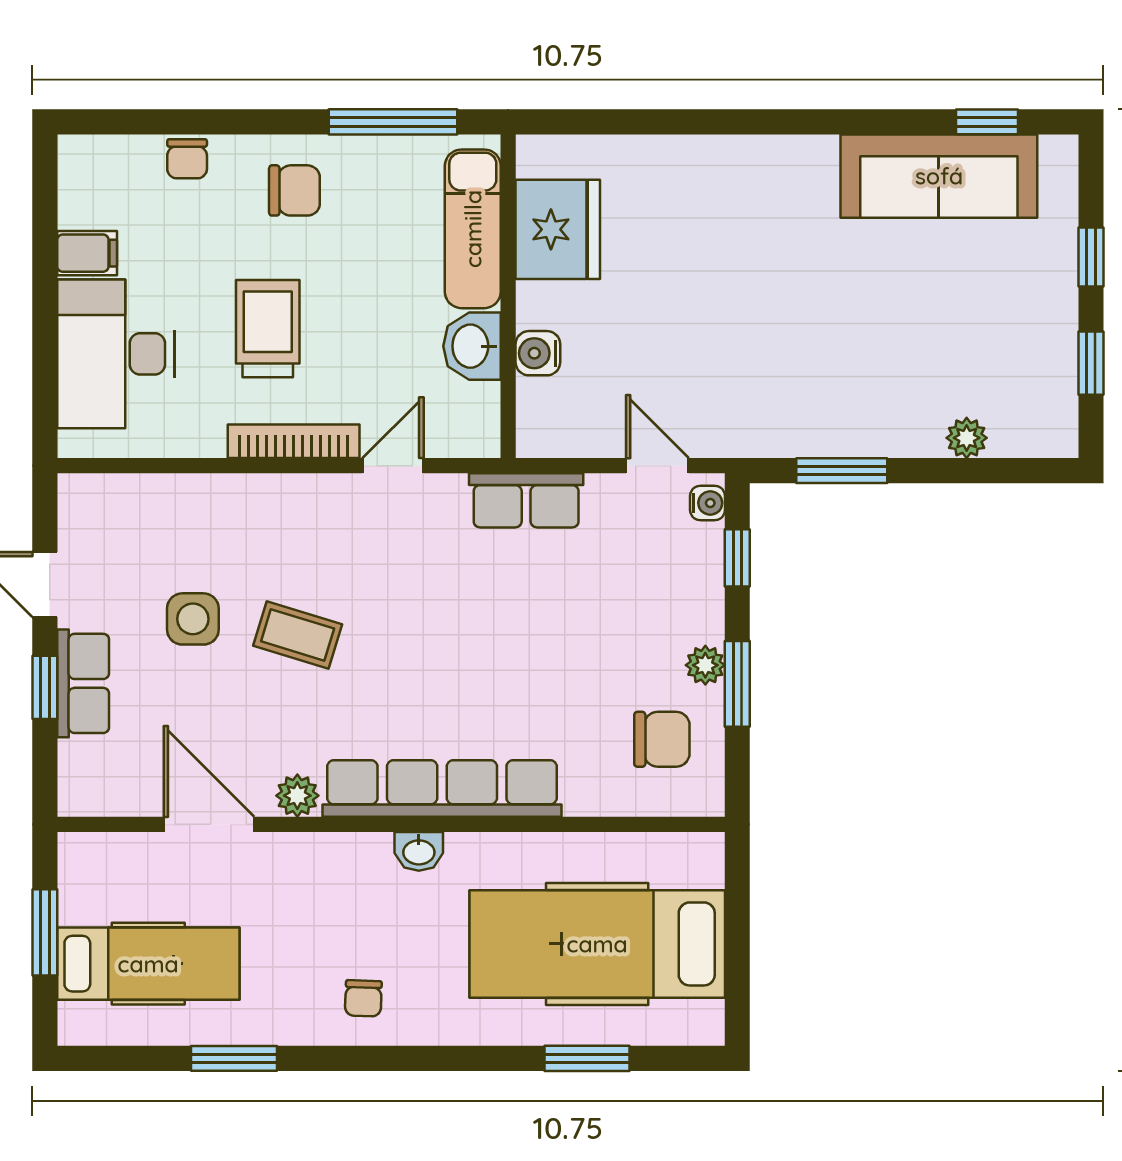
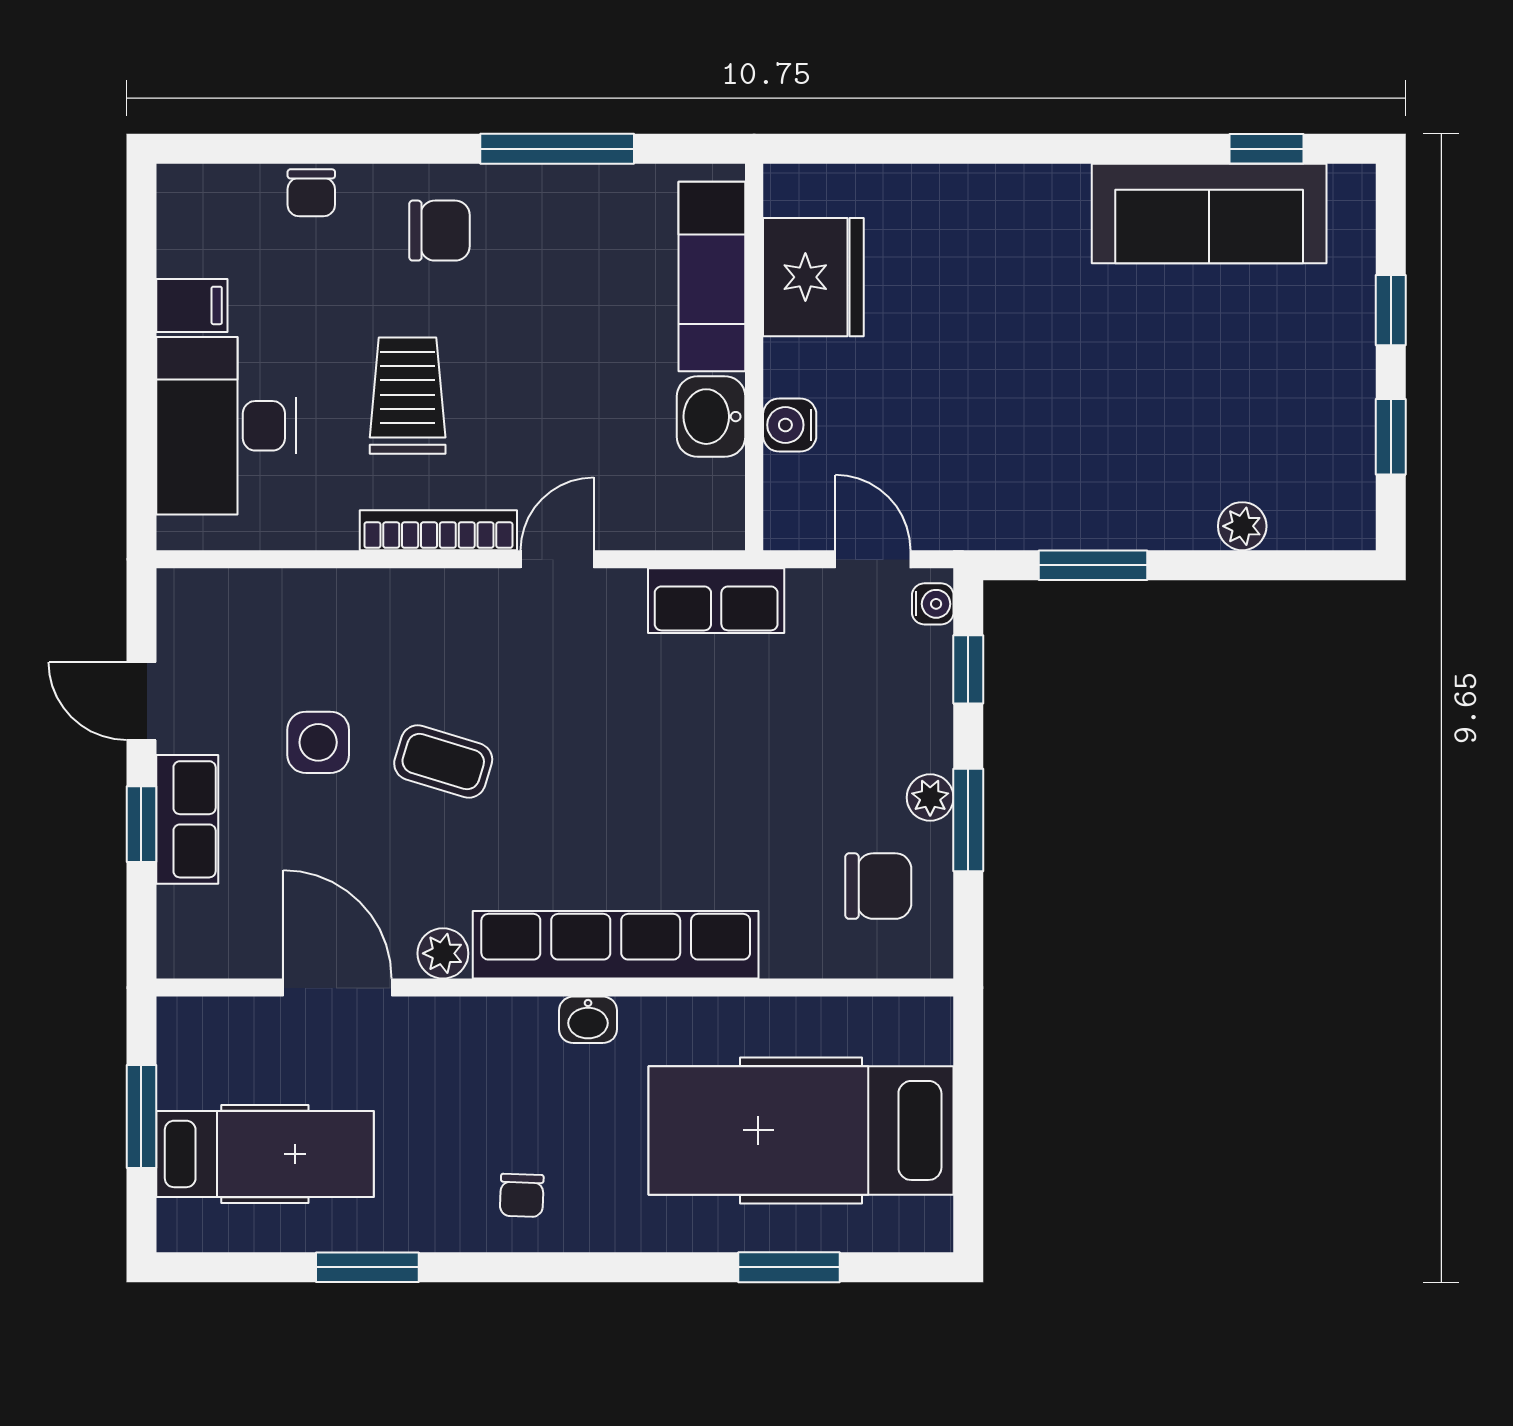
exam couch: (473, 229) -> (712, 276), moved
fridge: (558, 229) -> (813, 277), moved
wall: (508, 296) -> (754, 357), moved
washbasin: (472, 346) -> (711, 417), moved
water cooler: (538, 353) -> (790, 425), moved

